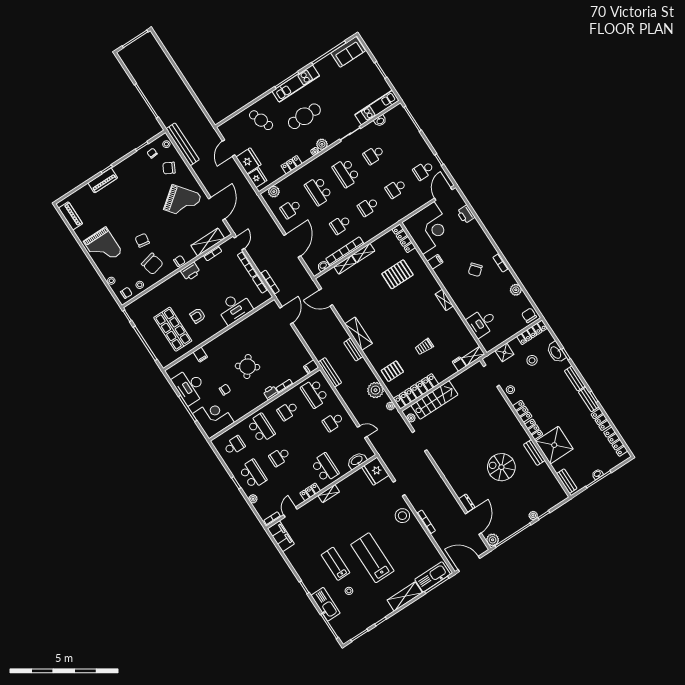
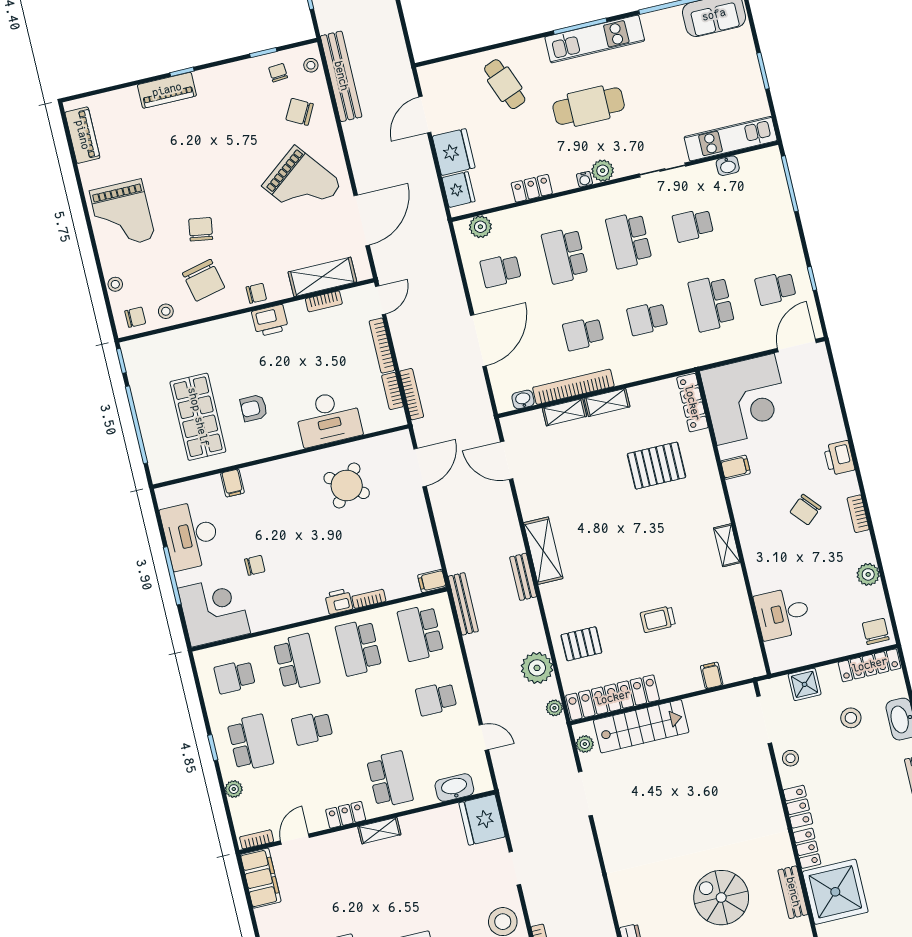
school desk: (396, 188) -> (711, 303), width x1.85
printer: (466, 214) -> (839, 458), moved
shelving: (473, 356) -> (744, 670), removed
round table: (248, 367) -> (347, 486), moved
school desk: (288, 411) -> (359, 647), width x1.85
school desk: (234, 446) -> (235, 677), turned 180

